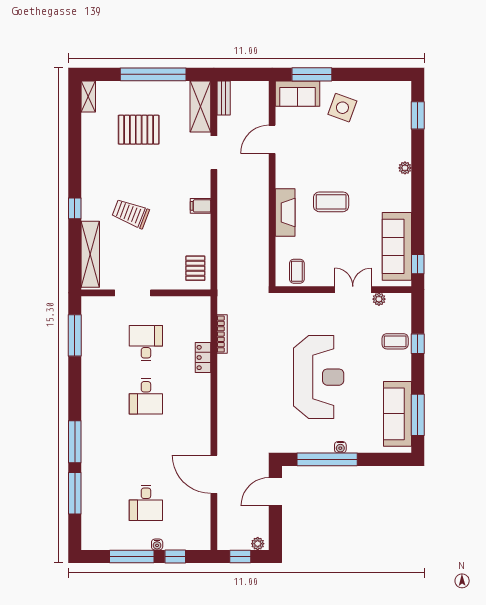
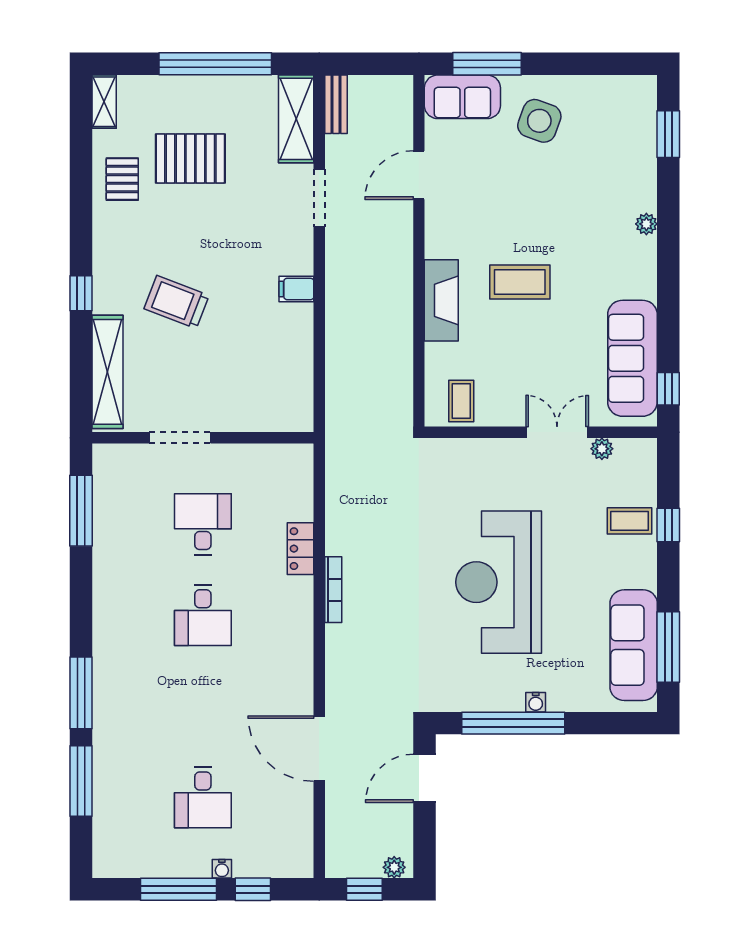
pallet: (195, 268) -> (122, 179), moved
bookcase: (222, 334) -> (333, 590), moved
reception desk: (319, 377) -> (499, 582), turned 180

